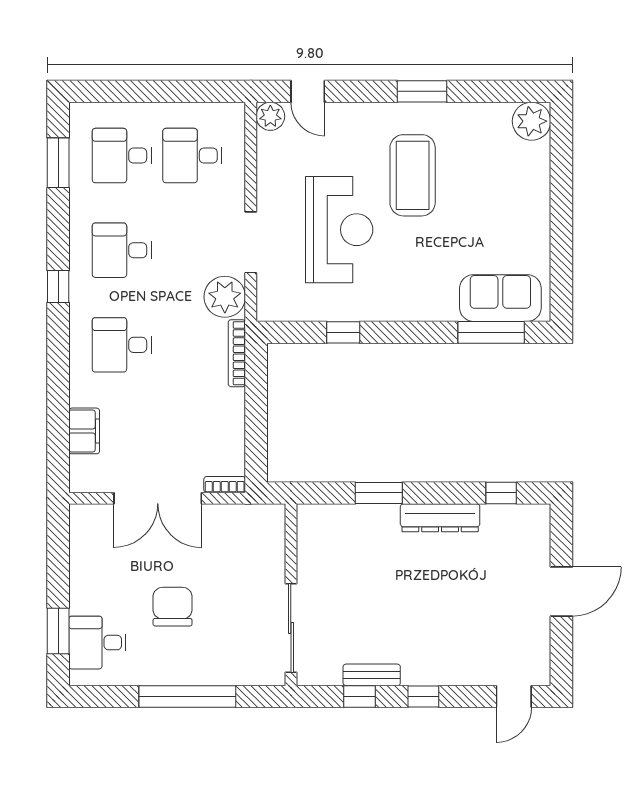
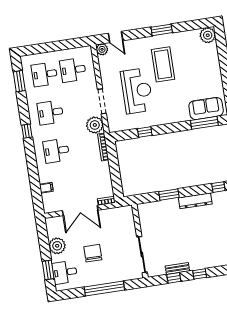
filing cabinet: (84, 431) -> (46, 188), width x0.50
plant: (89, 575) -> (57, 246), added

